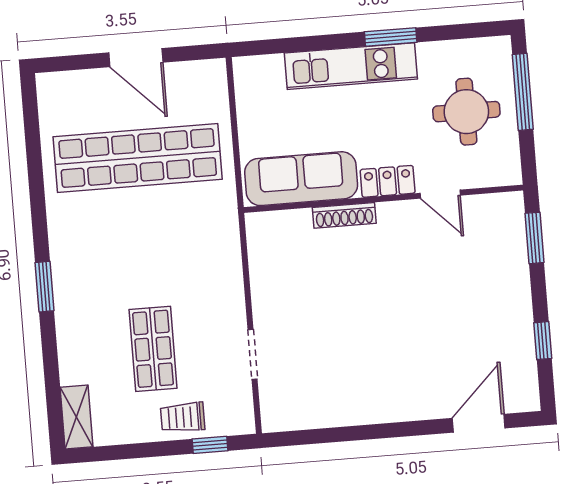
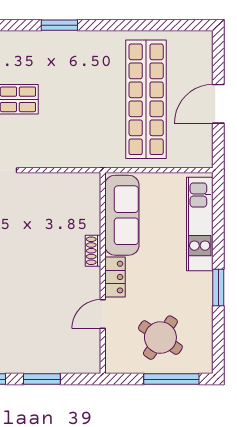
kitchen unit: (351, 66) -> (200, 224), moved
round table: (466, 112) -> (160, 338), turned 34
shoe rack: (344, 215) -> (93, 251), width x0.70
window: (534, 238) -> (42, 379), moved

